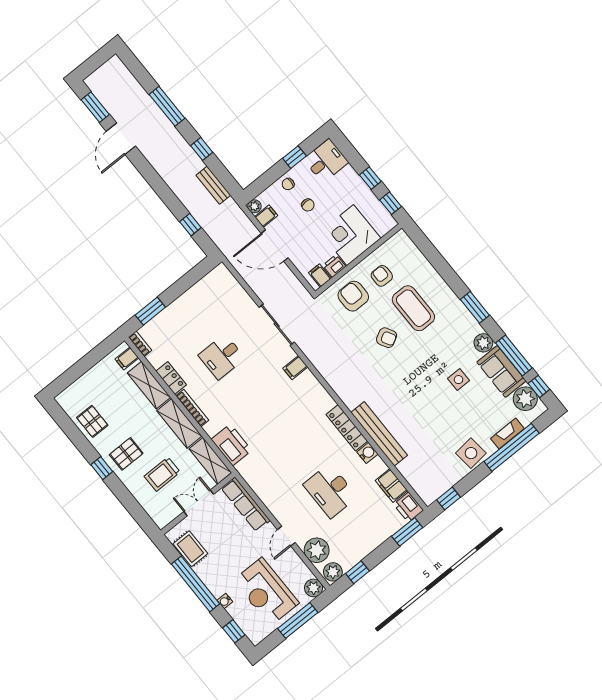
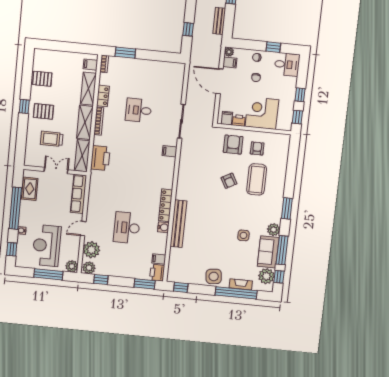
pallet: (92, 421) -> (42, 79), turned 90
filing cabinet: (391, 485) -> (159, 259), width x0.50

